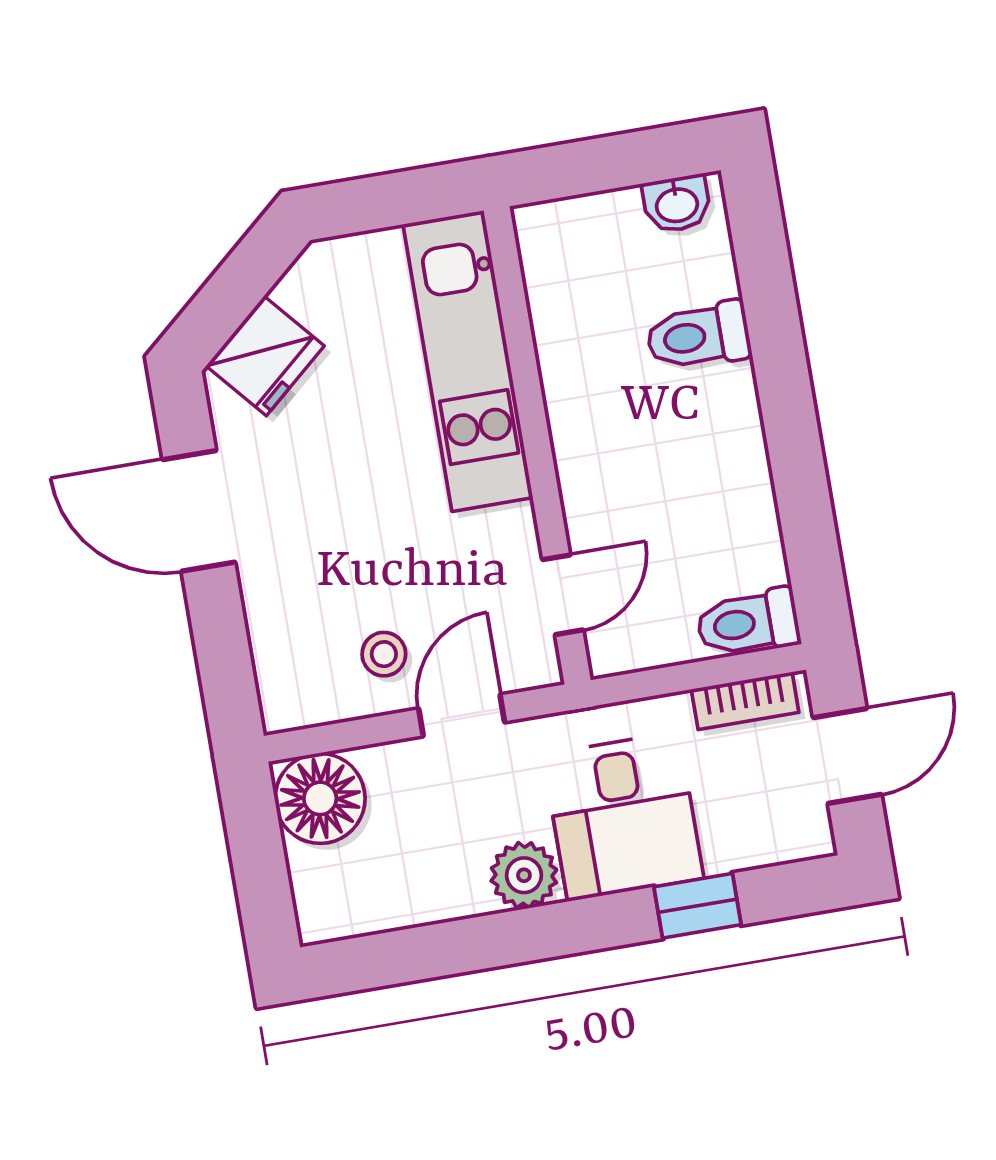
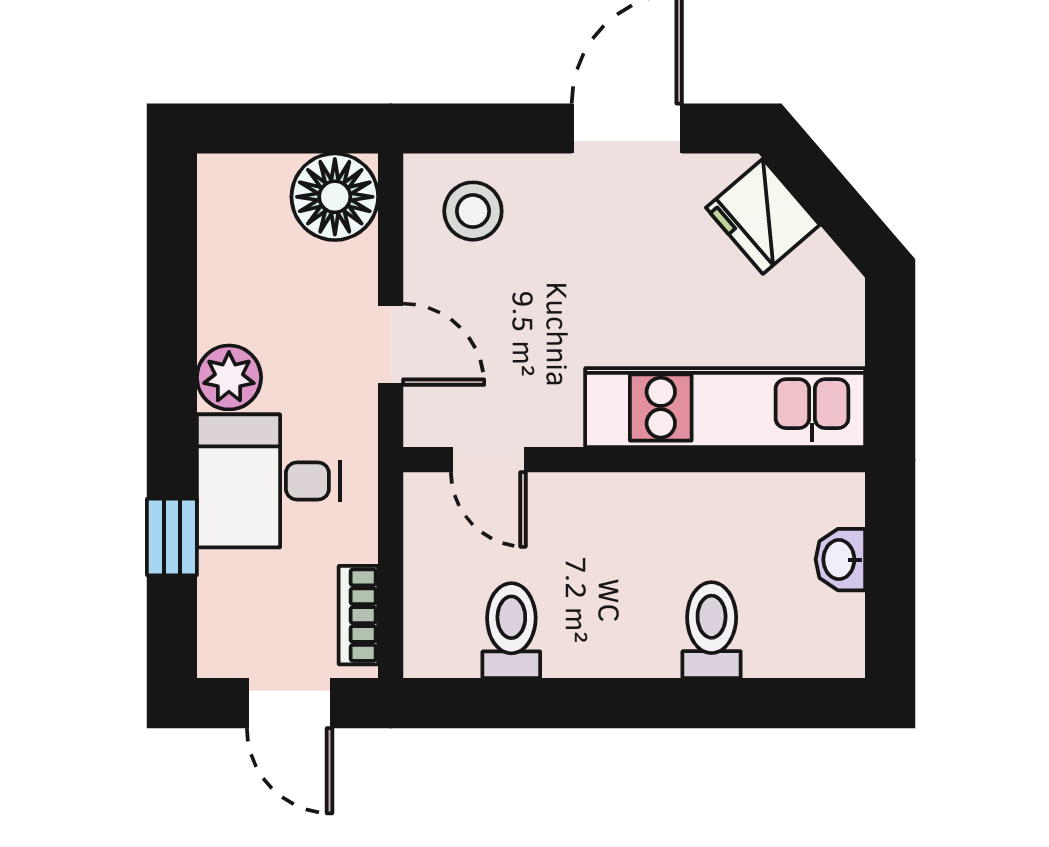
washbasin: (677, 204) -> (840, 560), moved
toilet: (748, 623) -> (511, 631), moved
stool: (384, 654) -> (473, 211), moved, width x1.37, depth x1.37

